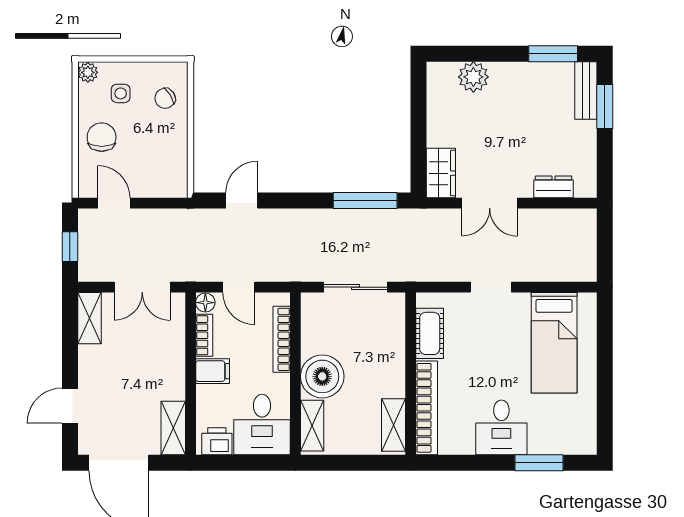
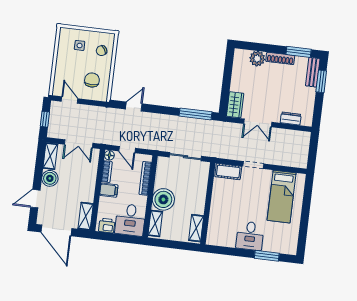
shoe rack: (519, 71) -> (280, 58), added
plant: (88, 72) -> (64, 33), removed
chair: (102, 137) -> (92, 80), moved
cot: (430, 333) -> (228, 171), moved, turned 90
boiler: (94, 362) -> (50, 178), added
bookcase: (427, 408) -> (214, 221), removed

